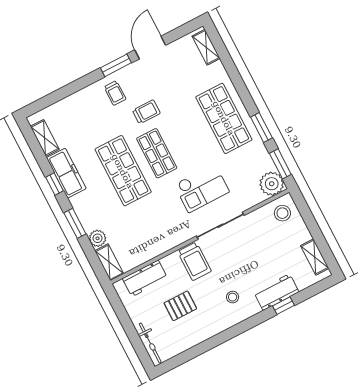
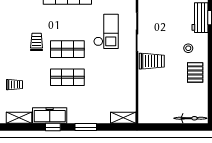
trolley: (115, 93) -> (15, 85), moved
shop shelf: (123, 171) -> (67, 77), width x0.70, depth x0.74
plant: (98, 238) -> (103, 117), removed
workbench: (145, 278) -> (146, 100), removed
pallet: (180, 306) -> (195, 72), moved

